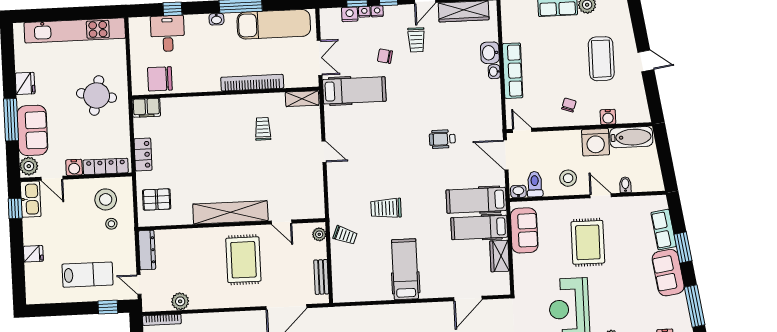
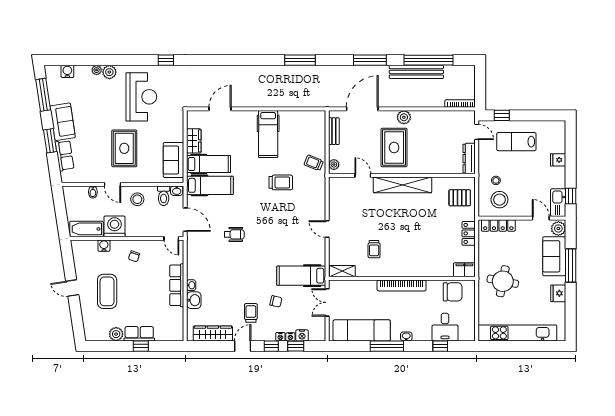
bookcase: (252, 83) -> (402, 285), moved
water cooler: (74, 167) -> (523, 226), removed
plant: (180, 301) -> (404, 117), moved

